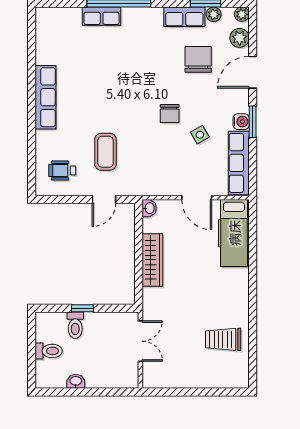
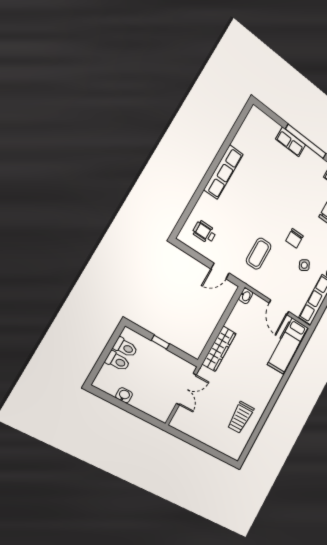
coffee table: (106, 152) -> (259, 254), moved
wardrobe: (152, 260) -> (219, 349), moved
toilet: (75, 325) -> (125, 347), moved, turned -90
trolley: (223, 339) -> (241, 417), turned -90

